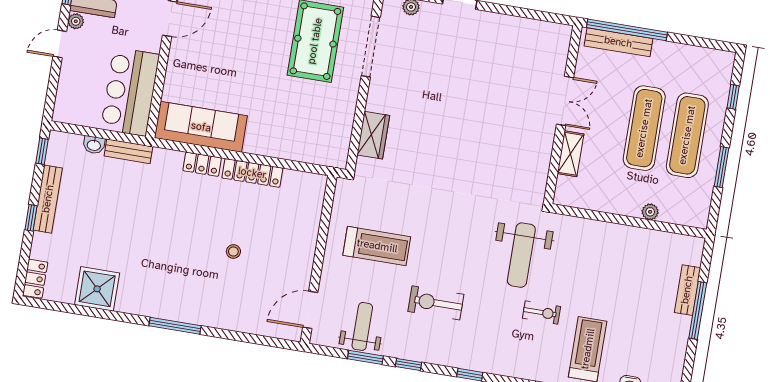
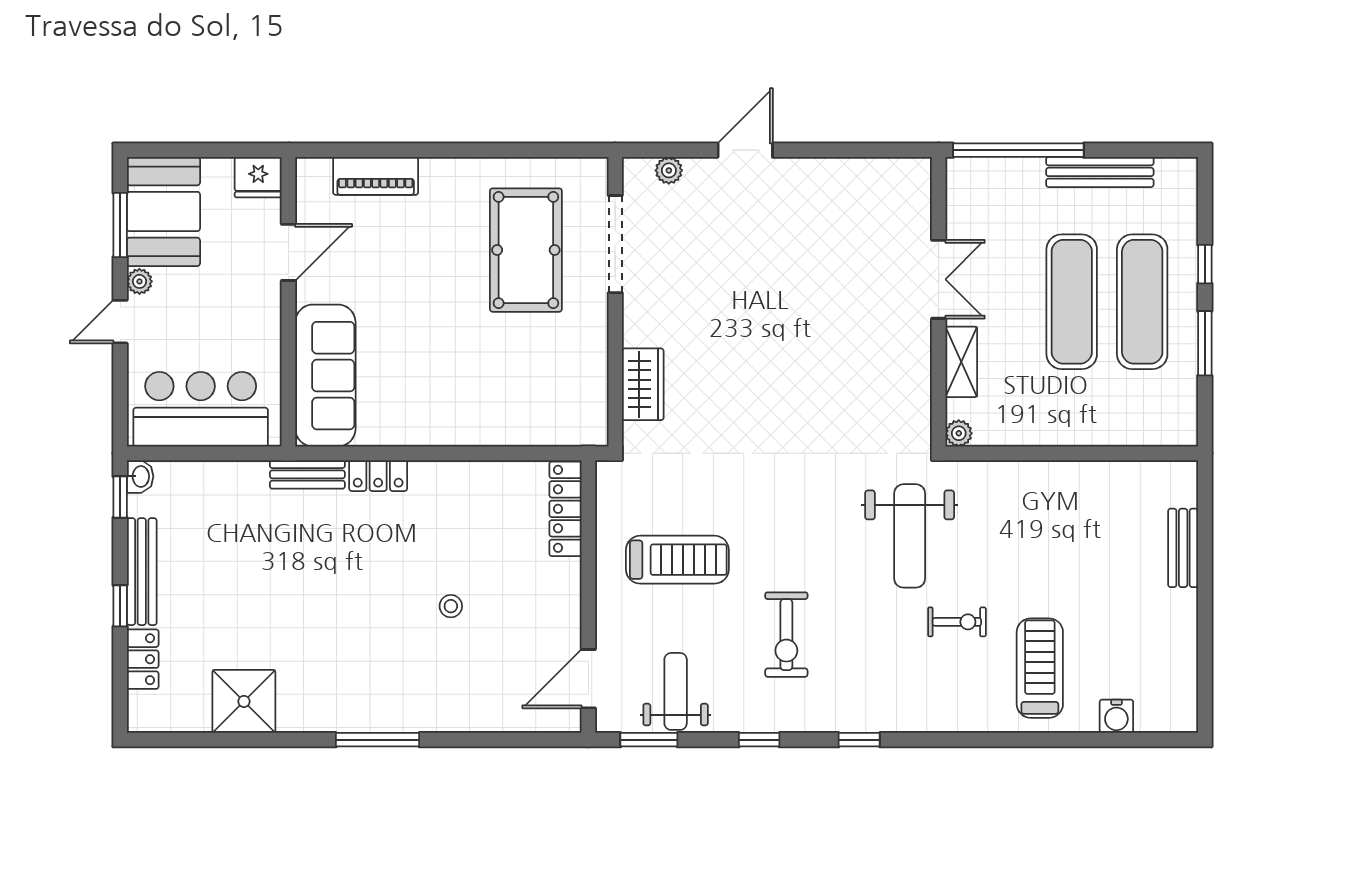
bench: (618, 42) -> (1100, 172), moved
bar counter: (130, 92) -> (201, 409), moved, turned 90
window: (733, 97) -> (1205, 264), moved
sofa: (201, 127) -> (325, 376), moved, turned 90
washbasin: (94, 145) -> (140, 476), moved, turned -90
bench: (128, 151) -> (307, 474), moved
locker: (252, 173) -> (565, 509), moved, turned 90
plant: (650, 212) -> (959, 433), moved
locker: (35, 279) -> (143, 659), moved
exercise bike: (436, 303) -> (786, 635), turned -90
window: (698, 310) -> (1205, 578), removed
window: (365, 357) -> (649, 740), moved

